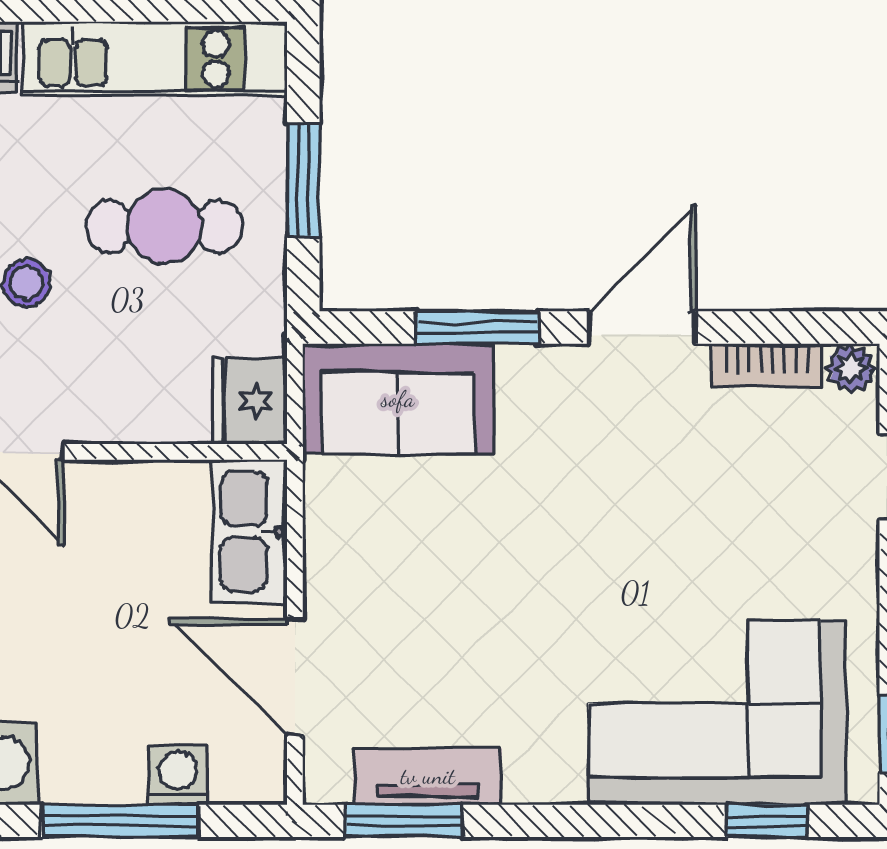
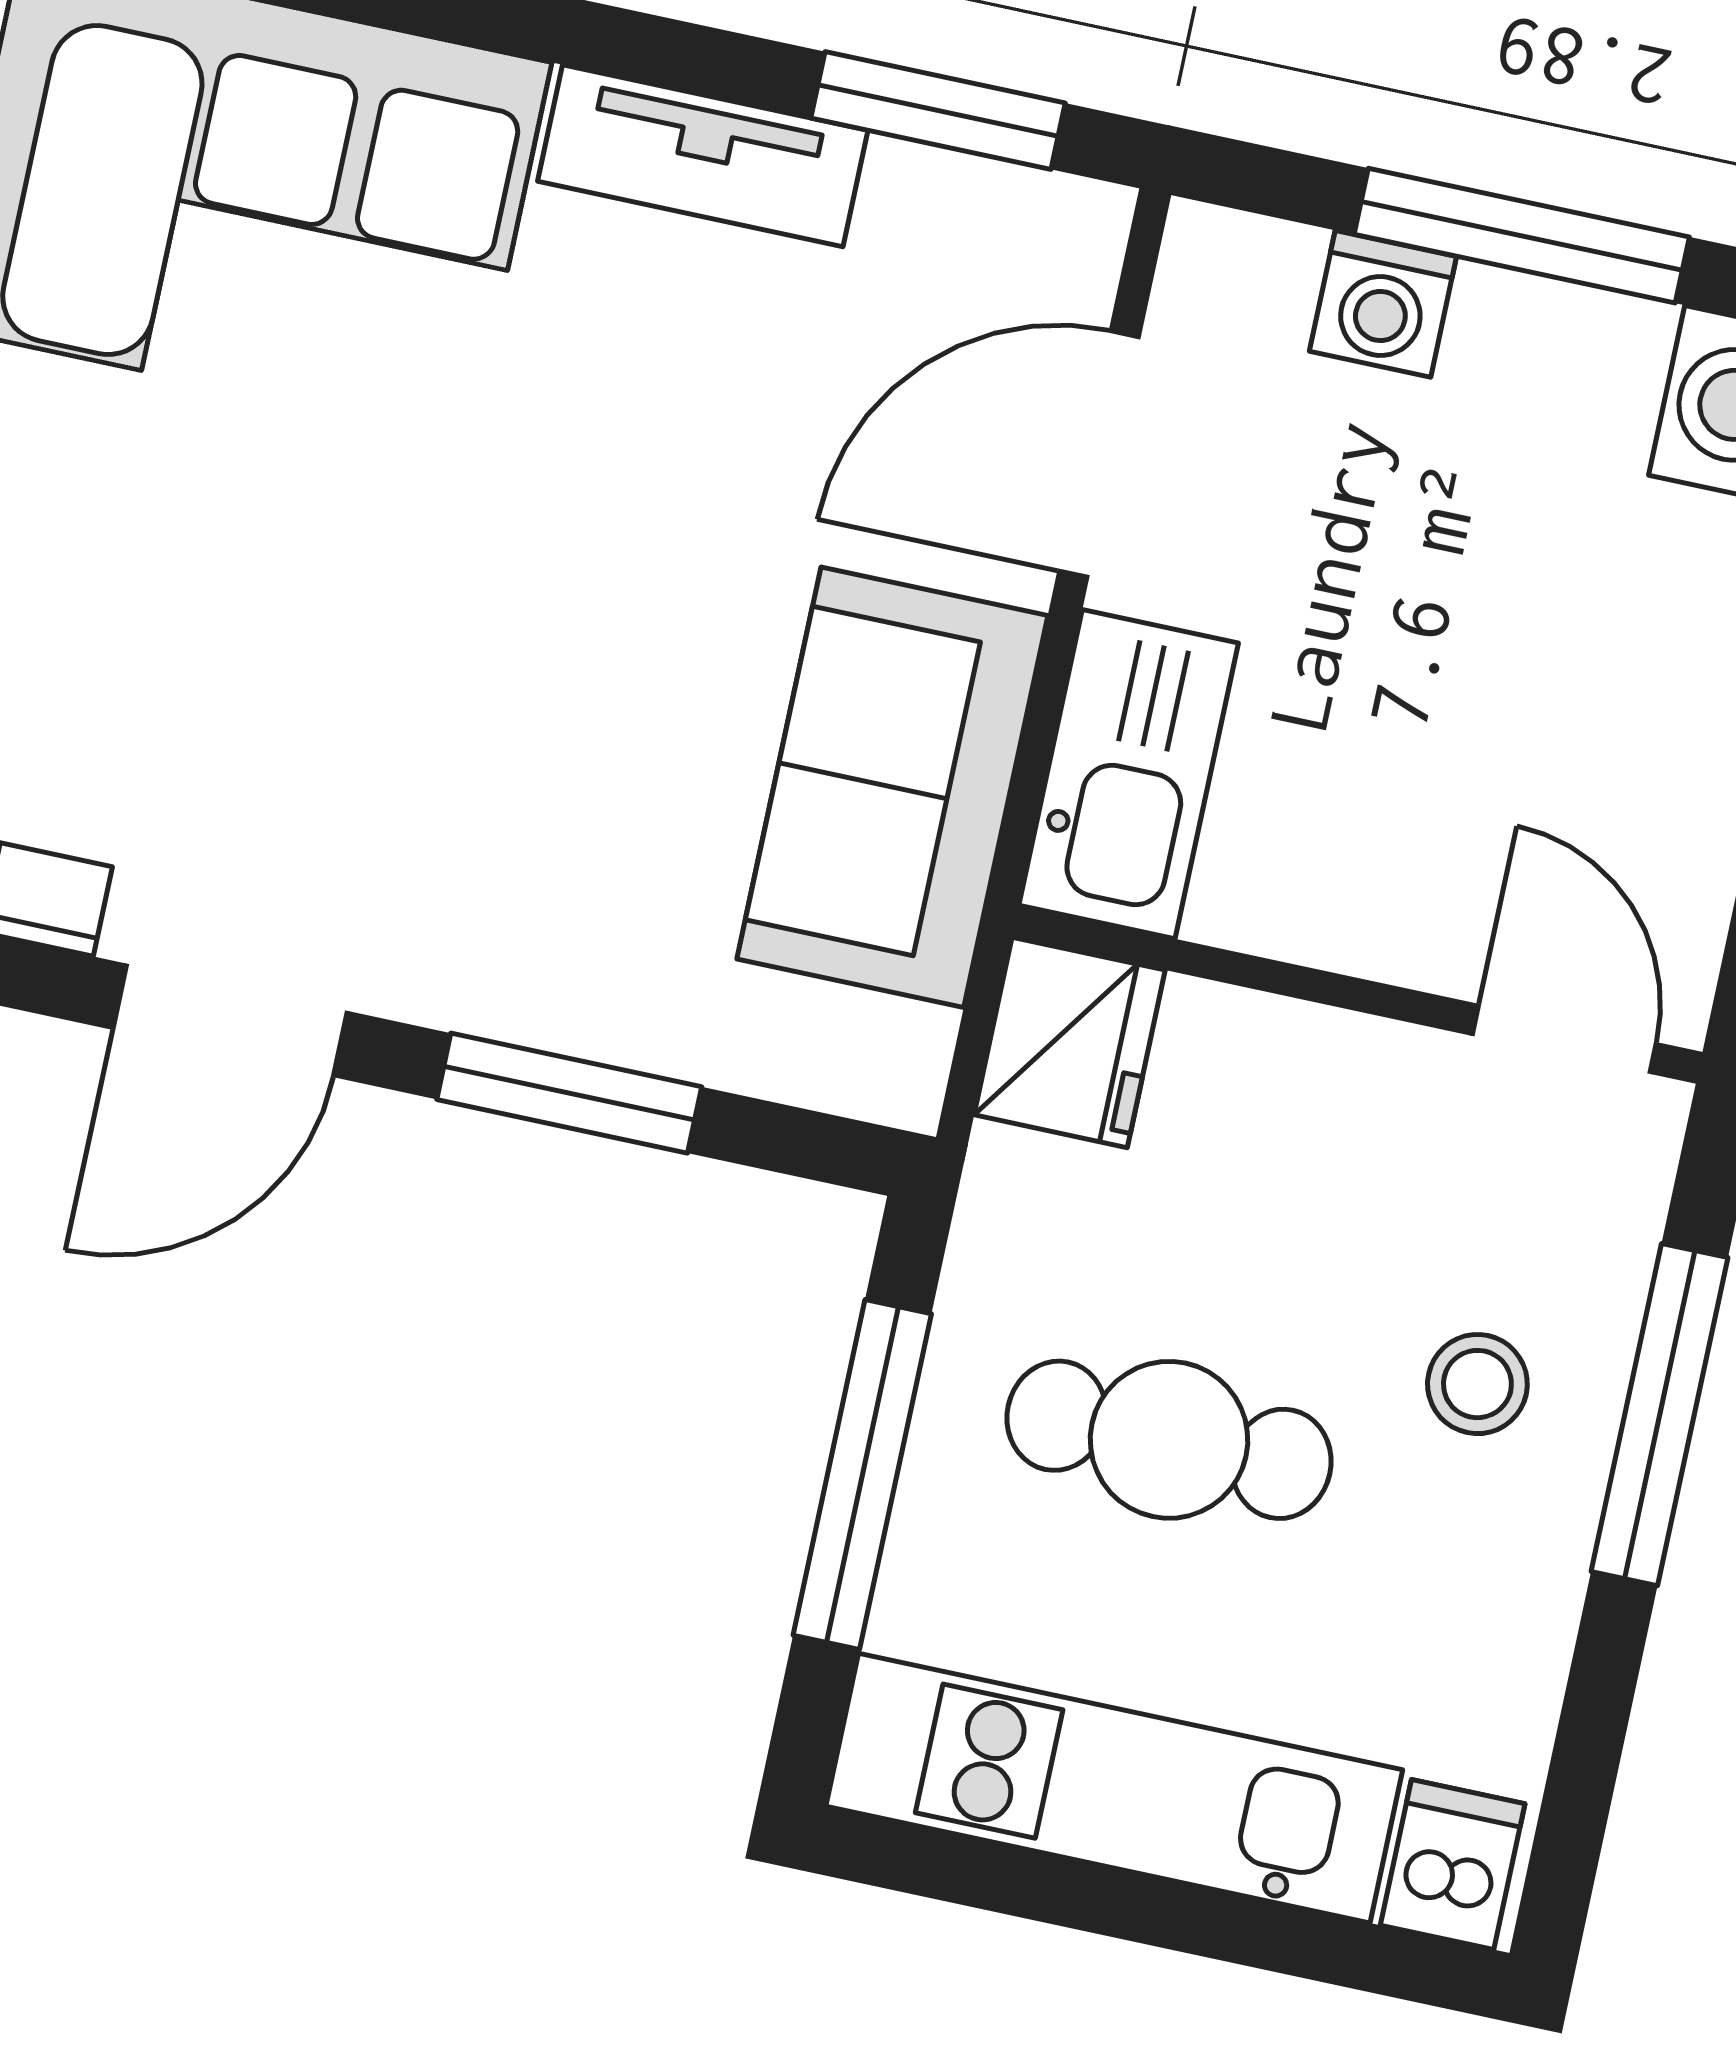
window: (303, 180) -> (862, 1475), width x1.44
sofa: (398, 399) -> (892, 787), moved, turned -90
door: (295, 677) -> (1099, 454), swing flipped
tv unit: (428, 776) -> (703, 156), moved

